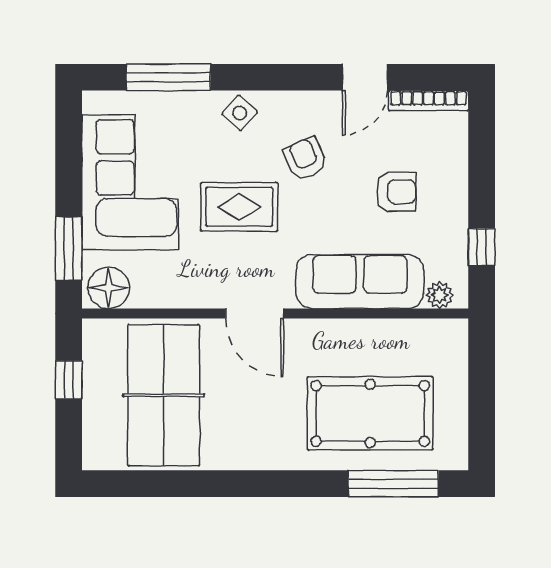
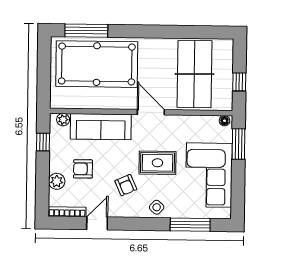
plant: (451, 165) -> (57, 181), added
floor lamp: (109, 288) -> (224, 121), width x0.53, depth x0.53
pool table: (370, 413) -> (97, 64), width x1.36, depth x1.32

